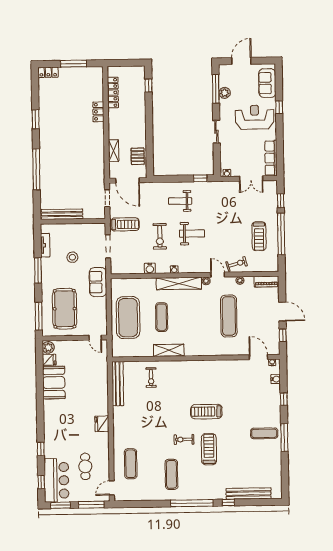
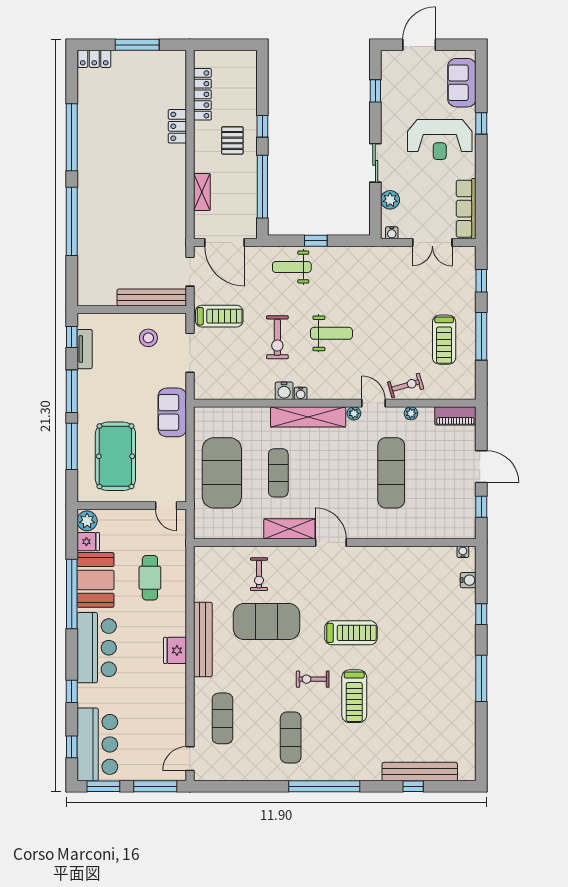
window: (148, 85) -> (262, 126), moved
window: (216, 89) -> (375, 91), width x0.46
plant: (225, 93) -> (390, 200), moved
reception desk: (255, 117) -> (440, 139), turned 180
window: (36, 119) -> (72, 137), width x2.11
window: (149, 147) -> (262, 187), added
pallet: (138, 156) -> (232, 140), moved
window: (200, 178) -> (316, 241), moved
weight bench: (180, 201) -> (292, 267), moved
bench: (62, 214) -> (152, 297), moved
window: (281, 234) -> (481, 336), width x0.68
window: (37, 238) -> (72, 337), added
stool: (72, 257) -> (148, 338), moved
water cooler: (150, 268) -> (284, 391), moved
window: (39, 316) -> (72, 446), moved
door: (258, 357) -> (331, 543), moved
bench: (118, 384) -> (203, 640), moved
window: (40, 391) -> (72, 594), added
treadmill: (206, 412) -> (351, 633), turned 180
bar counter: (55, 423) -> (97, 648), added
exercise mat: (264, 433) -> (267, 622), moved, width x2.00, depth x1.45
treadmill: (209, 449) -> (354, 696), turned 180
cafe table: (85, 466) -> (150, 578), moved
window: (228, 503) -> (413, 786), moved

